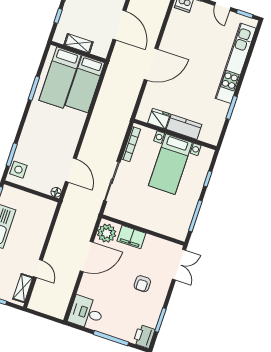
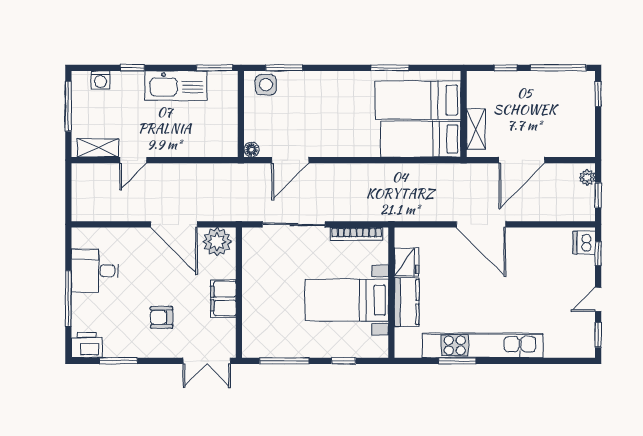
shelving: (78, 43) -> (476, 129), moved
kitchen unit: (236, 63) -> (482, 345), moved
filing cabinet: (131, 237) -> (223, 299), moved
desk: (86, 313) -> (95, 271), moved, turned -90

